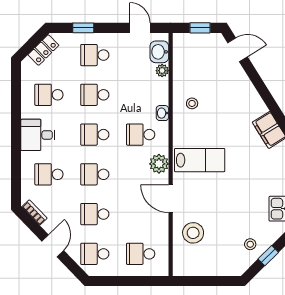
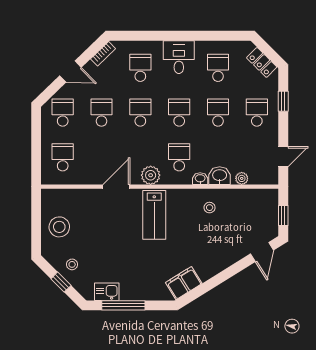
washbasin: (159, 52) -> (220, 176), moved
stool: (193, 233) -> (59, 227), moved

